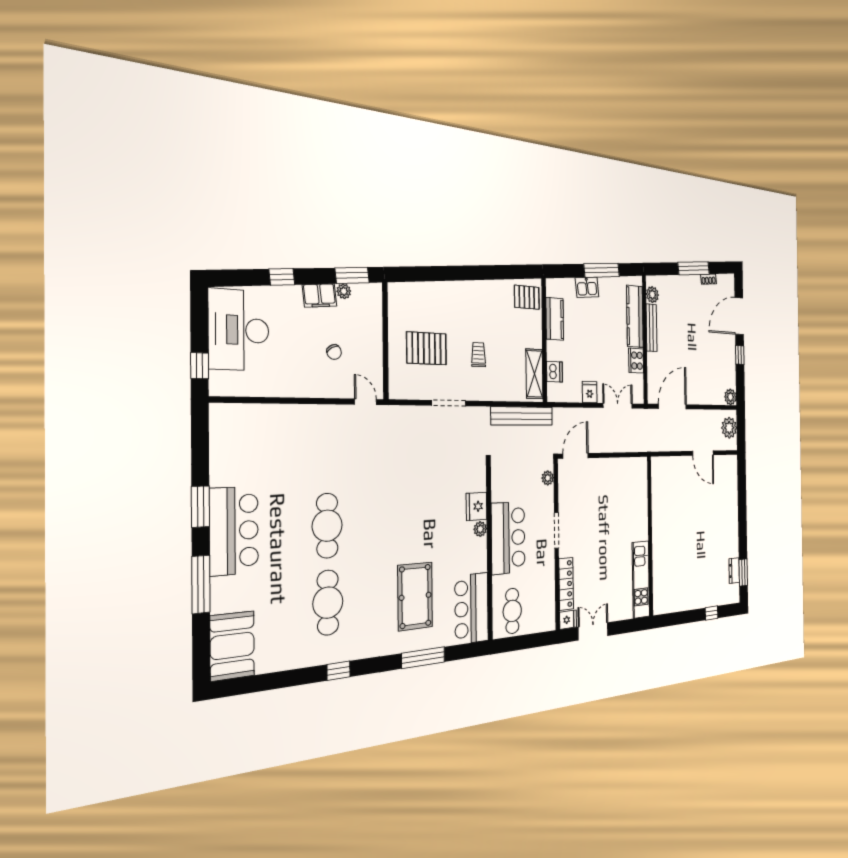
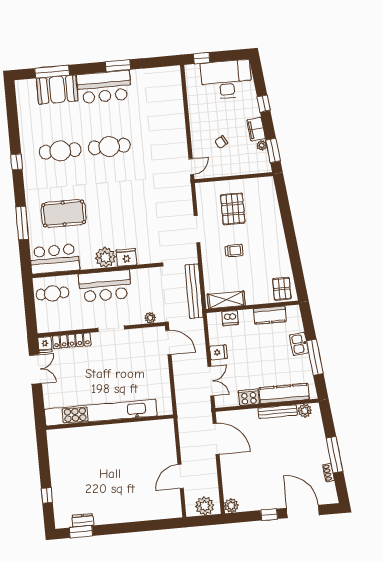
plant: (480, 529) -> (105, 257), width x1.88, depth x1.88
kitchen unit: (641, 580) -> (101, 413), width x1.86
window: (201, 584) -> (52, 72), moved
booth: (232, 646) -> (57, 90), moved

